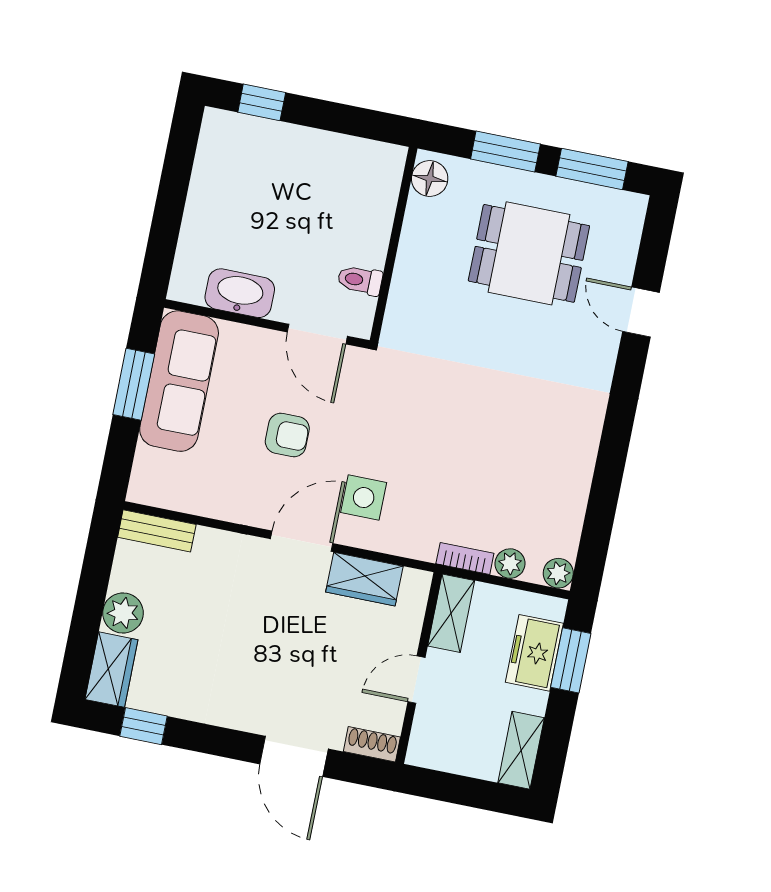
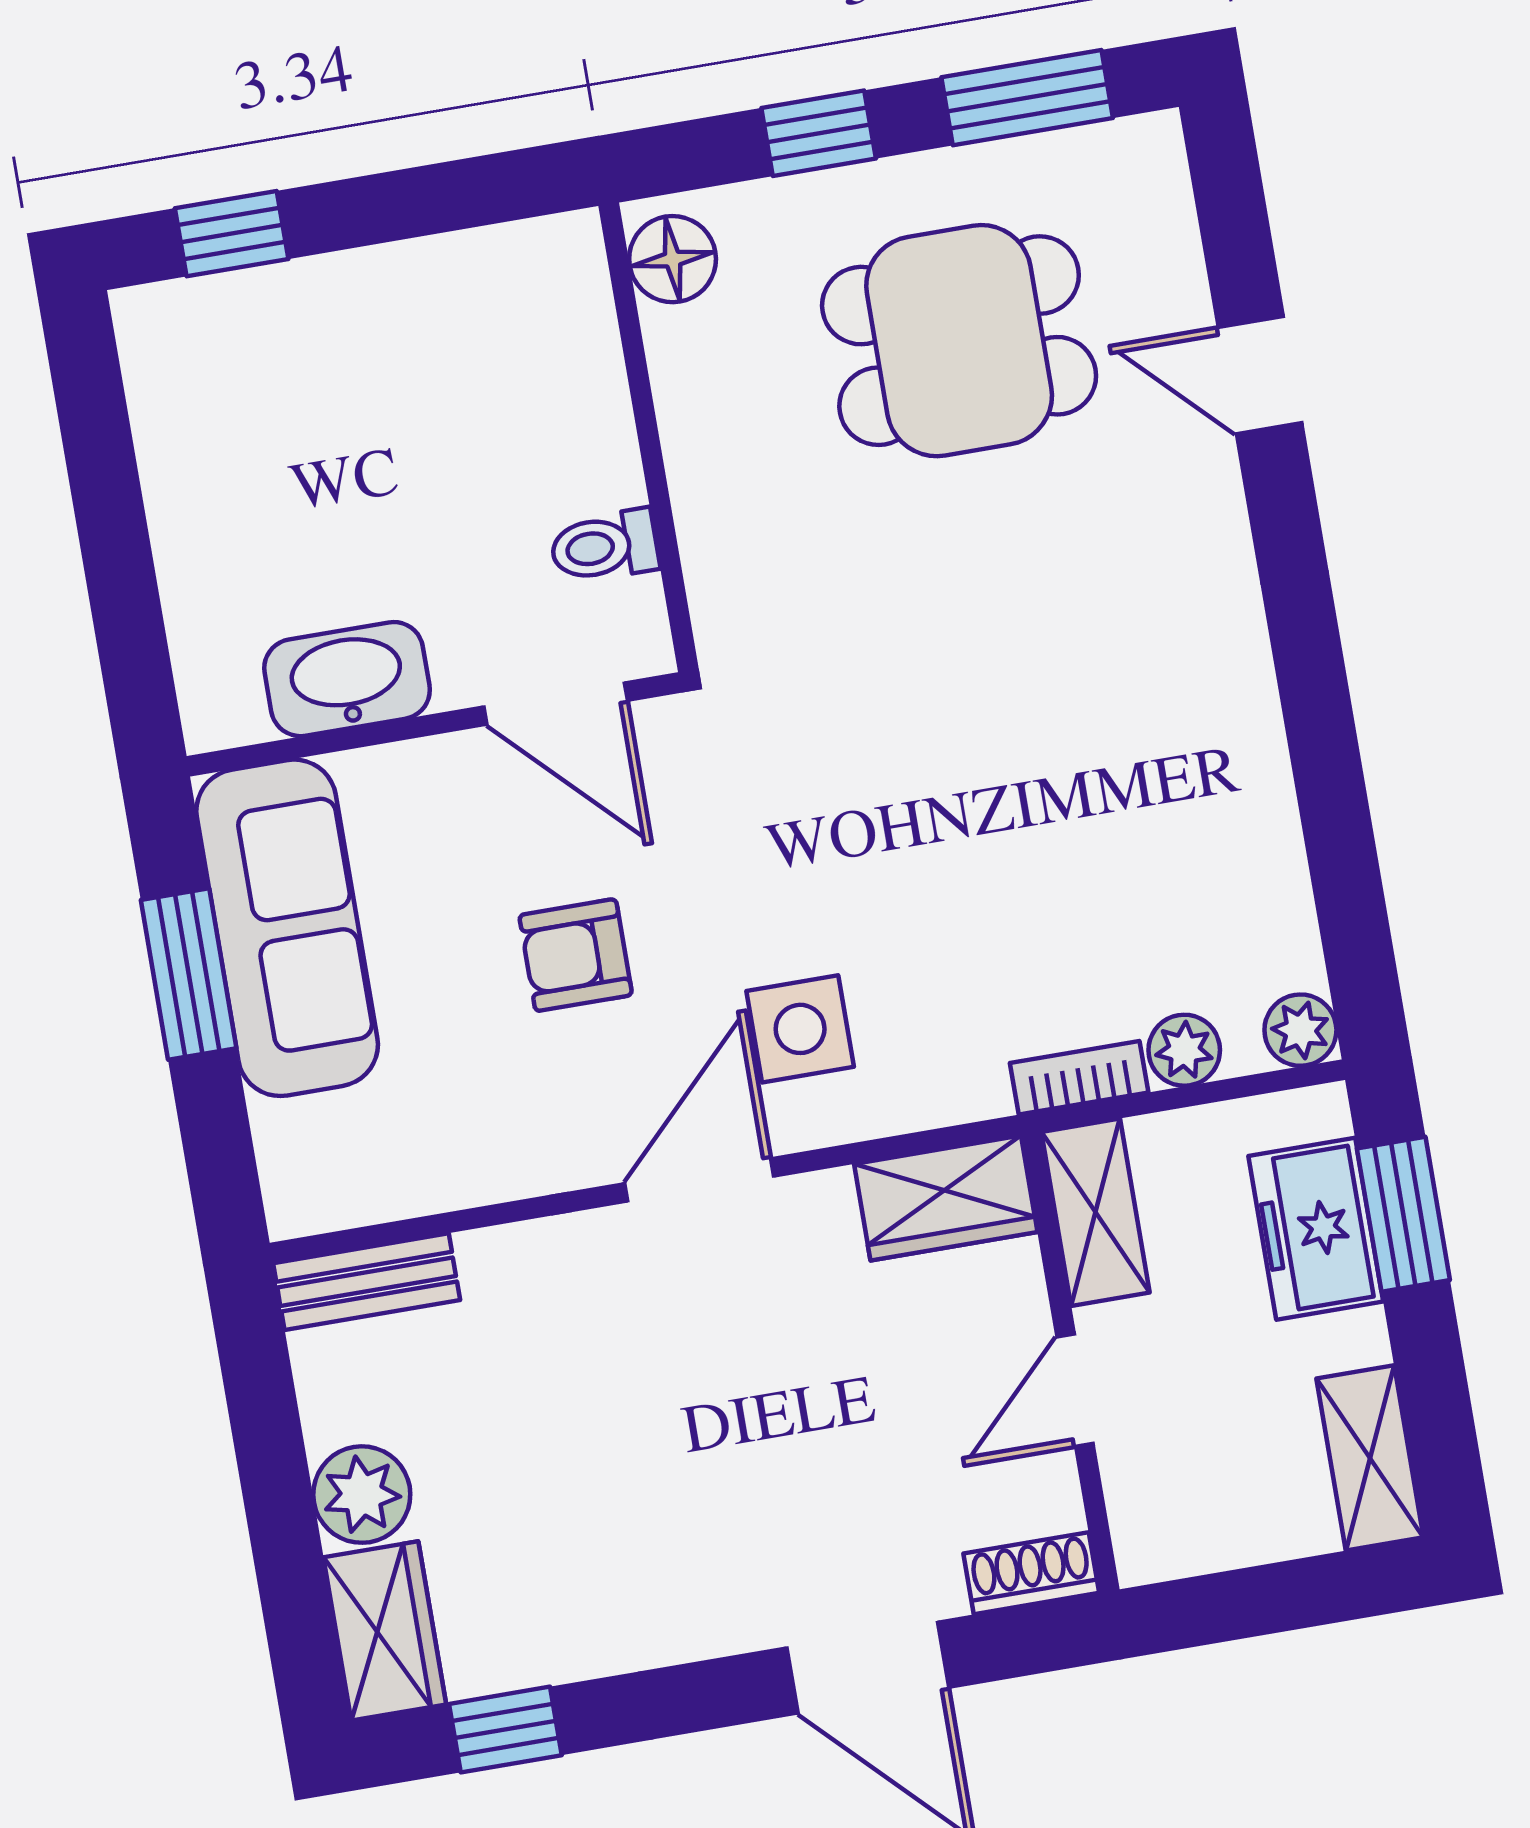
window: (505, 152) -> (819, 133), width x0.67
armchair: (287, 435) -> (576, 955), turned 180
wardrobe: (364, 579) -> (946, 1198), moved

